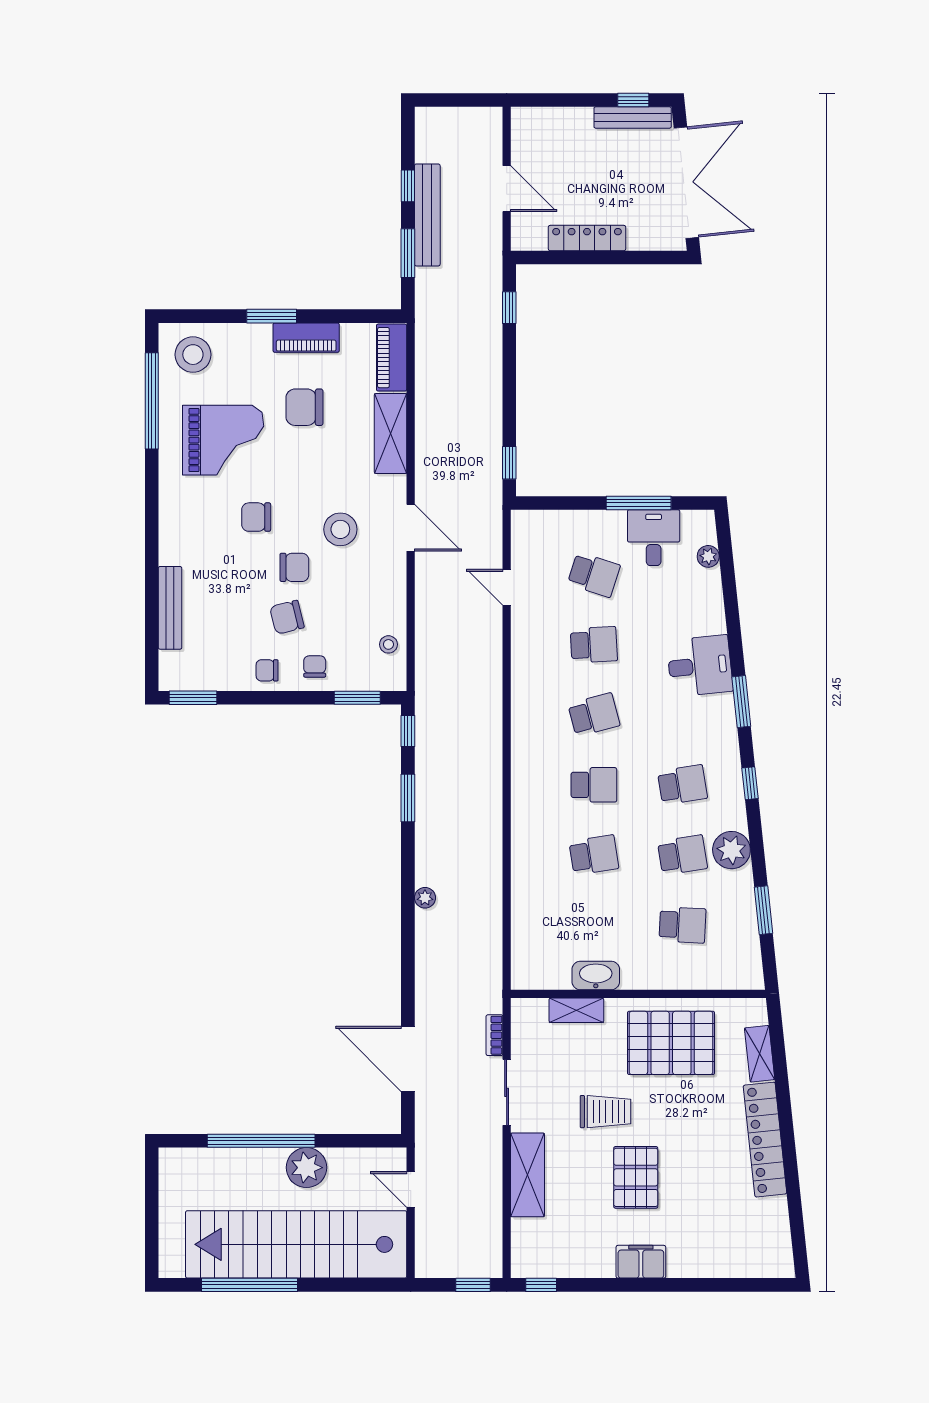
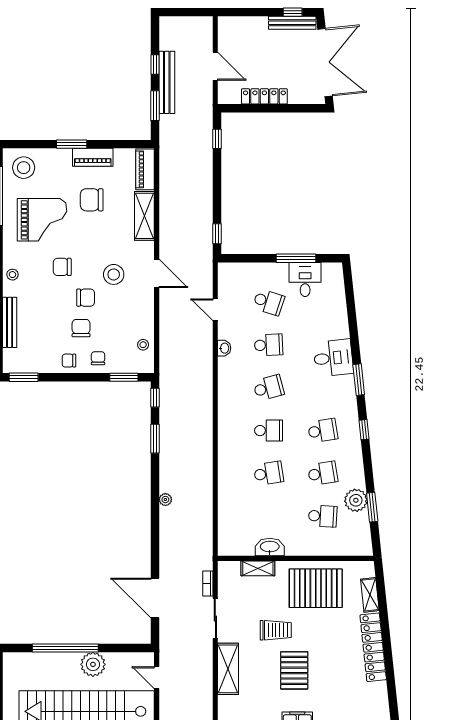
stool: (175, 530) -> (12, 275), added
plant: (708, 556) -> (338, 291), removed
chair: (287, 617) -> (81, 328), turned 104
washbasin: (521, 650) -> (224, 348), added
plant: (731, 850) -> (356, 500), moved

